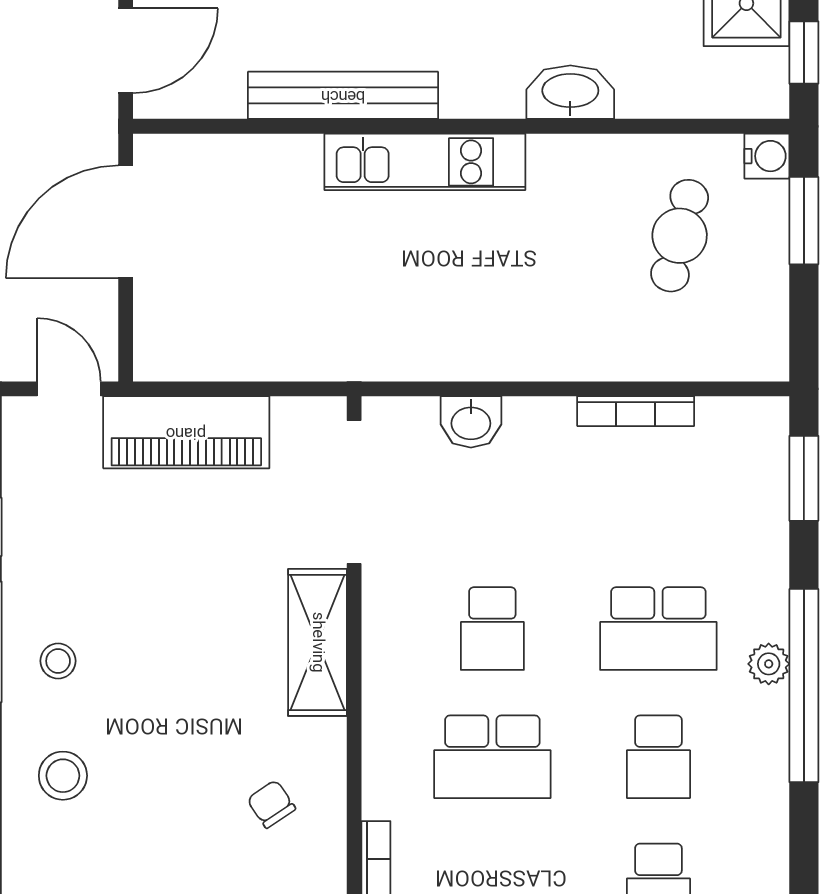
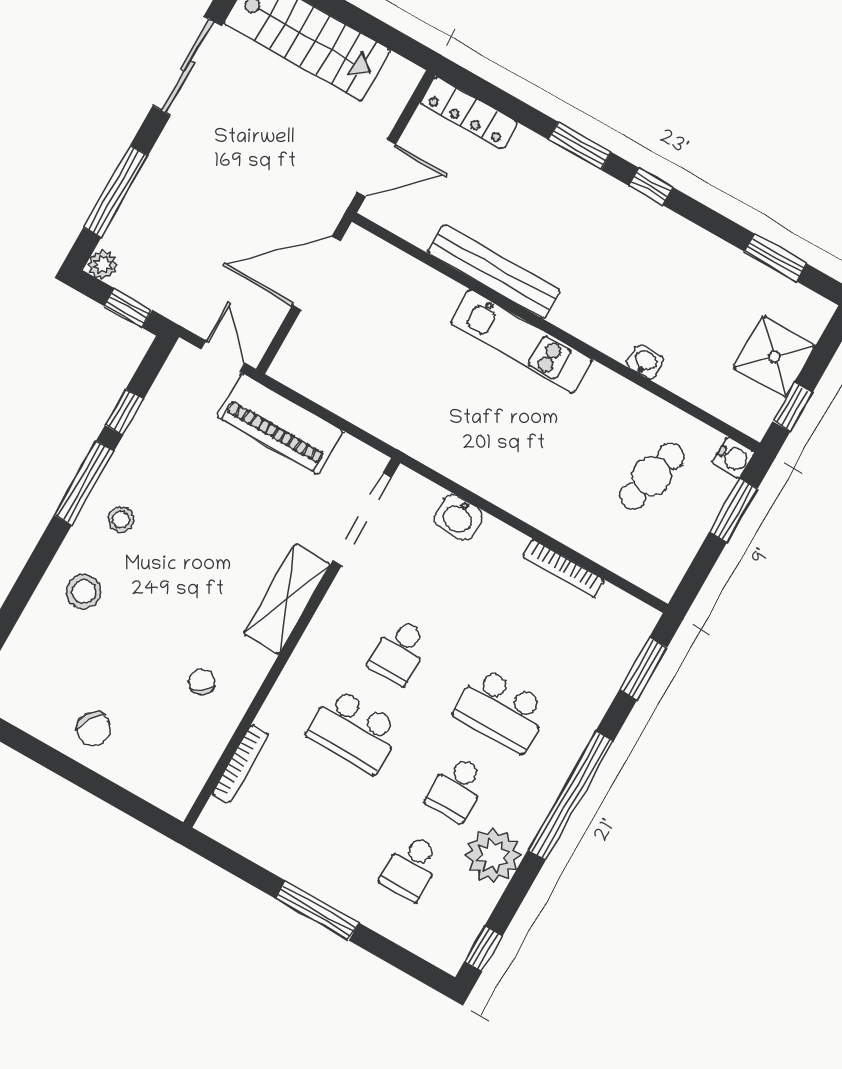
washbasin: (570, 92) -> (645, 362), width x0.52, depth x0.69
plant: (769, 664) -> (493, 856), moved, width x1.88, depth x1.88

